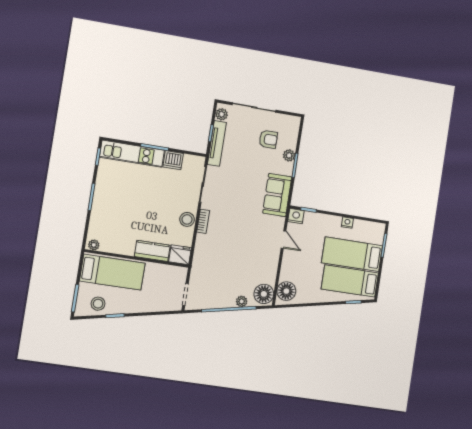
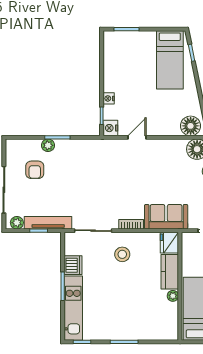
armchair: (268, 139) -> (35, 170), turned 180
sofa: (277, 195) -> (166, 217), moved, turned 180
stool: (187, 219) -> (122, 254), moved
nightstand: (347, 223) -> (109, 98), moved
plant: (94, 245) -> (173, 296), moved
bed: (352, 254) -> (141, 62), removed

